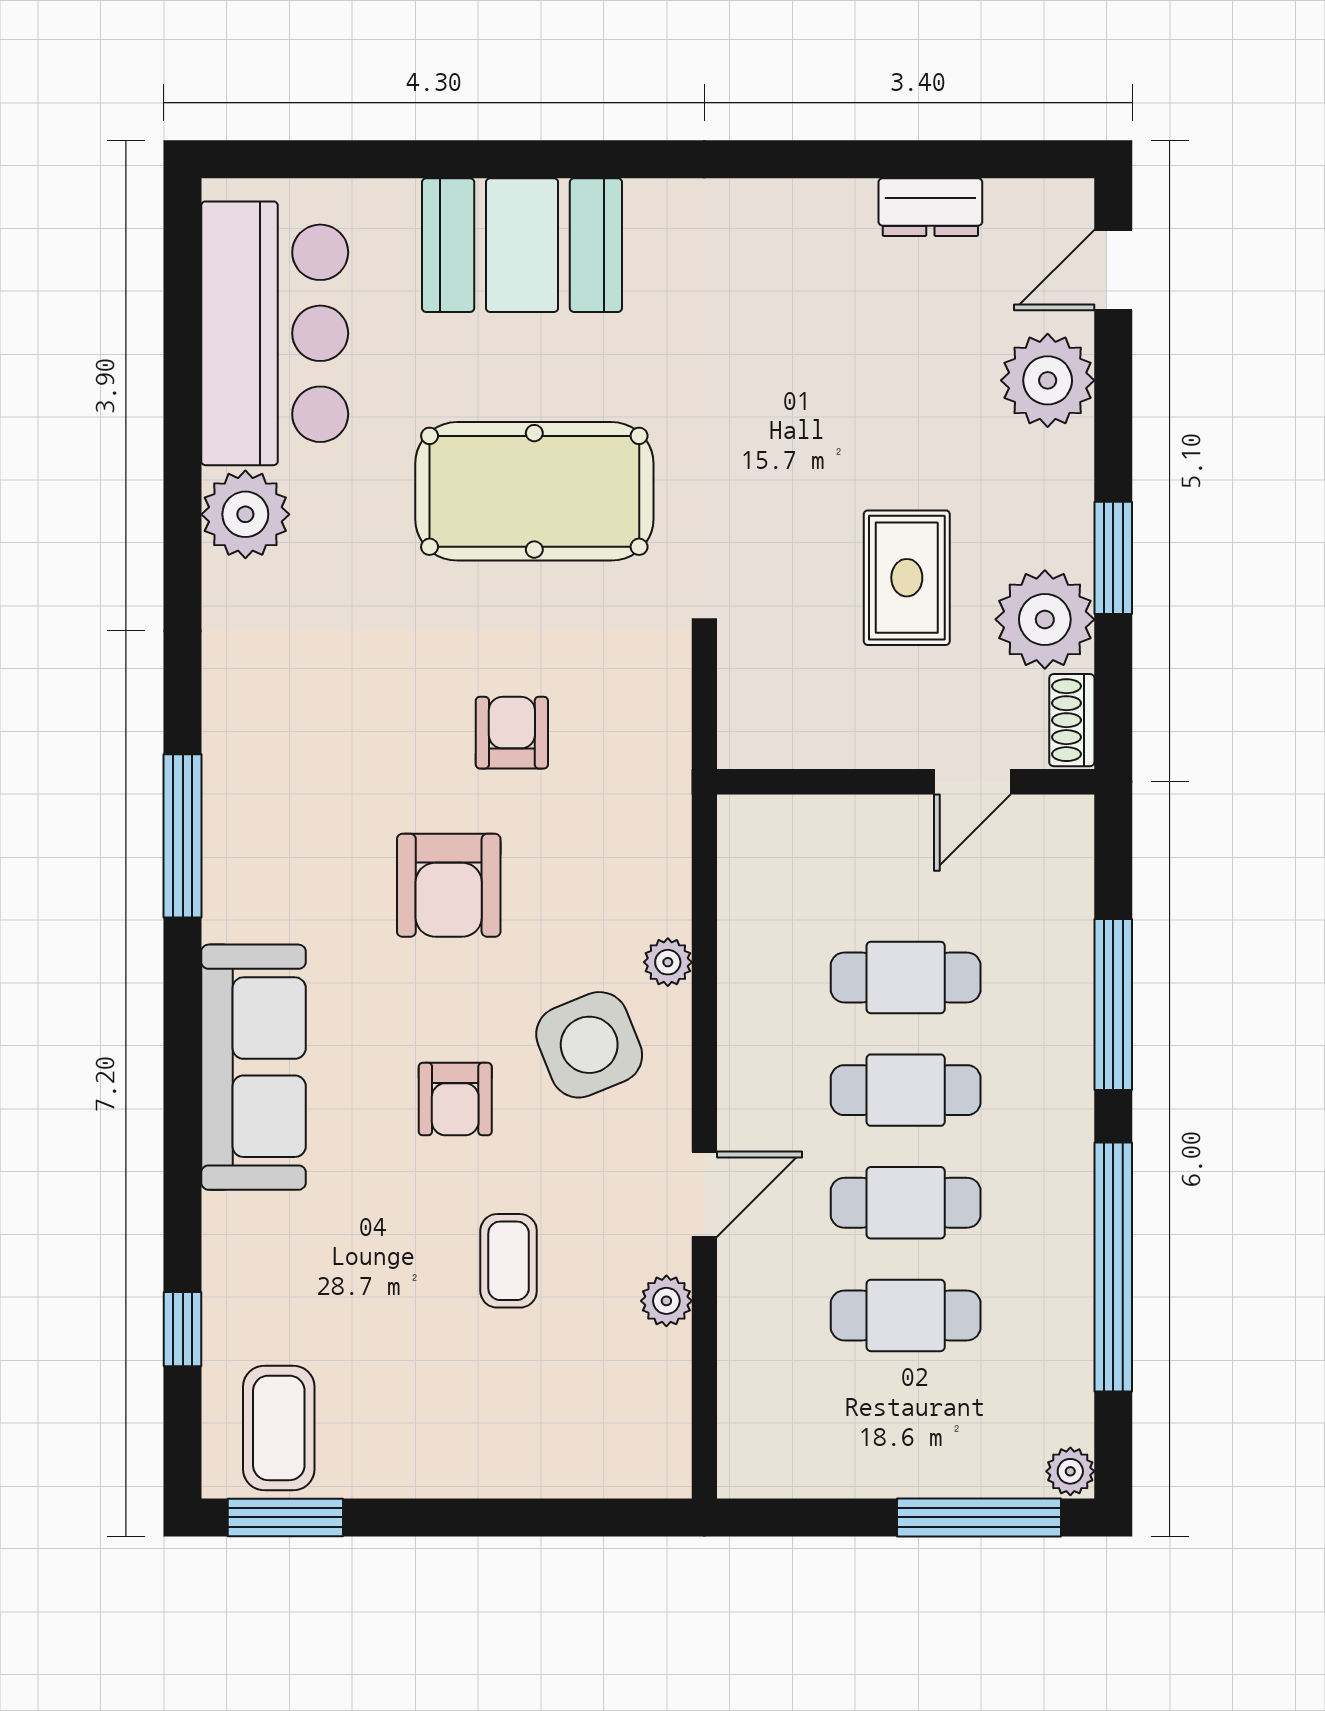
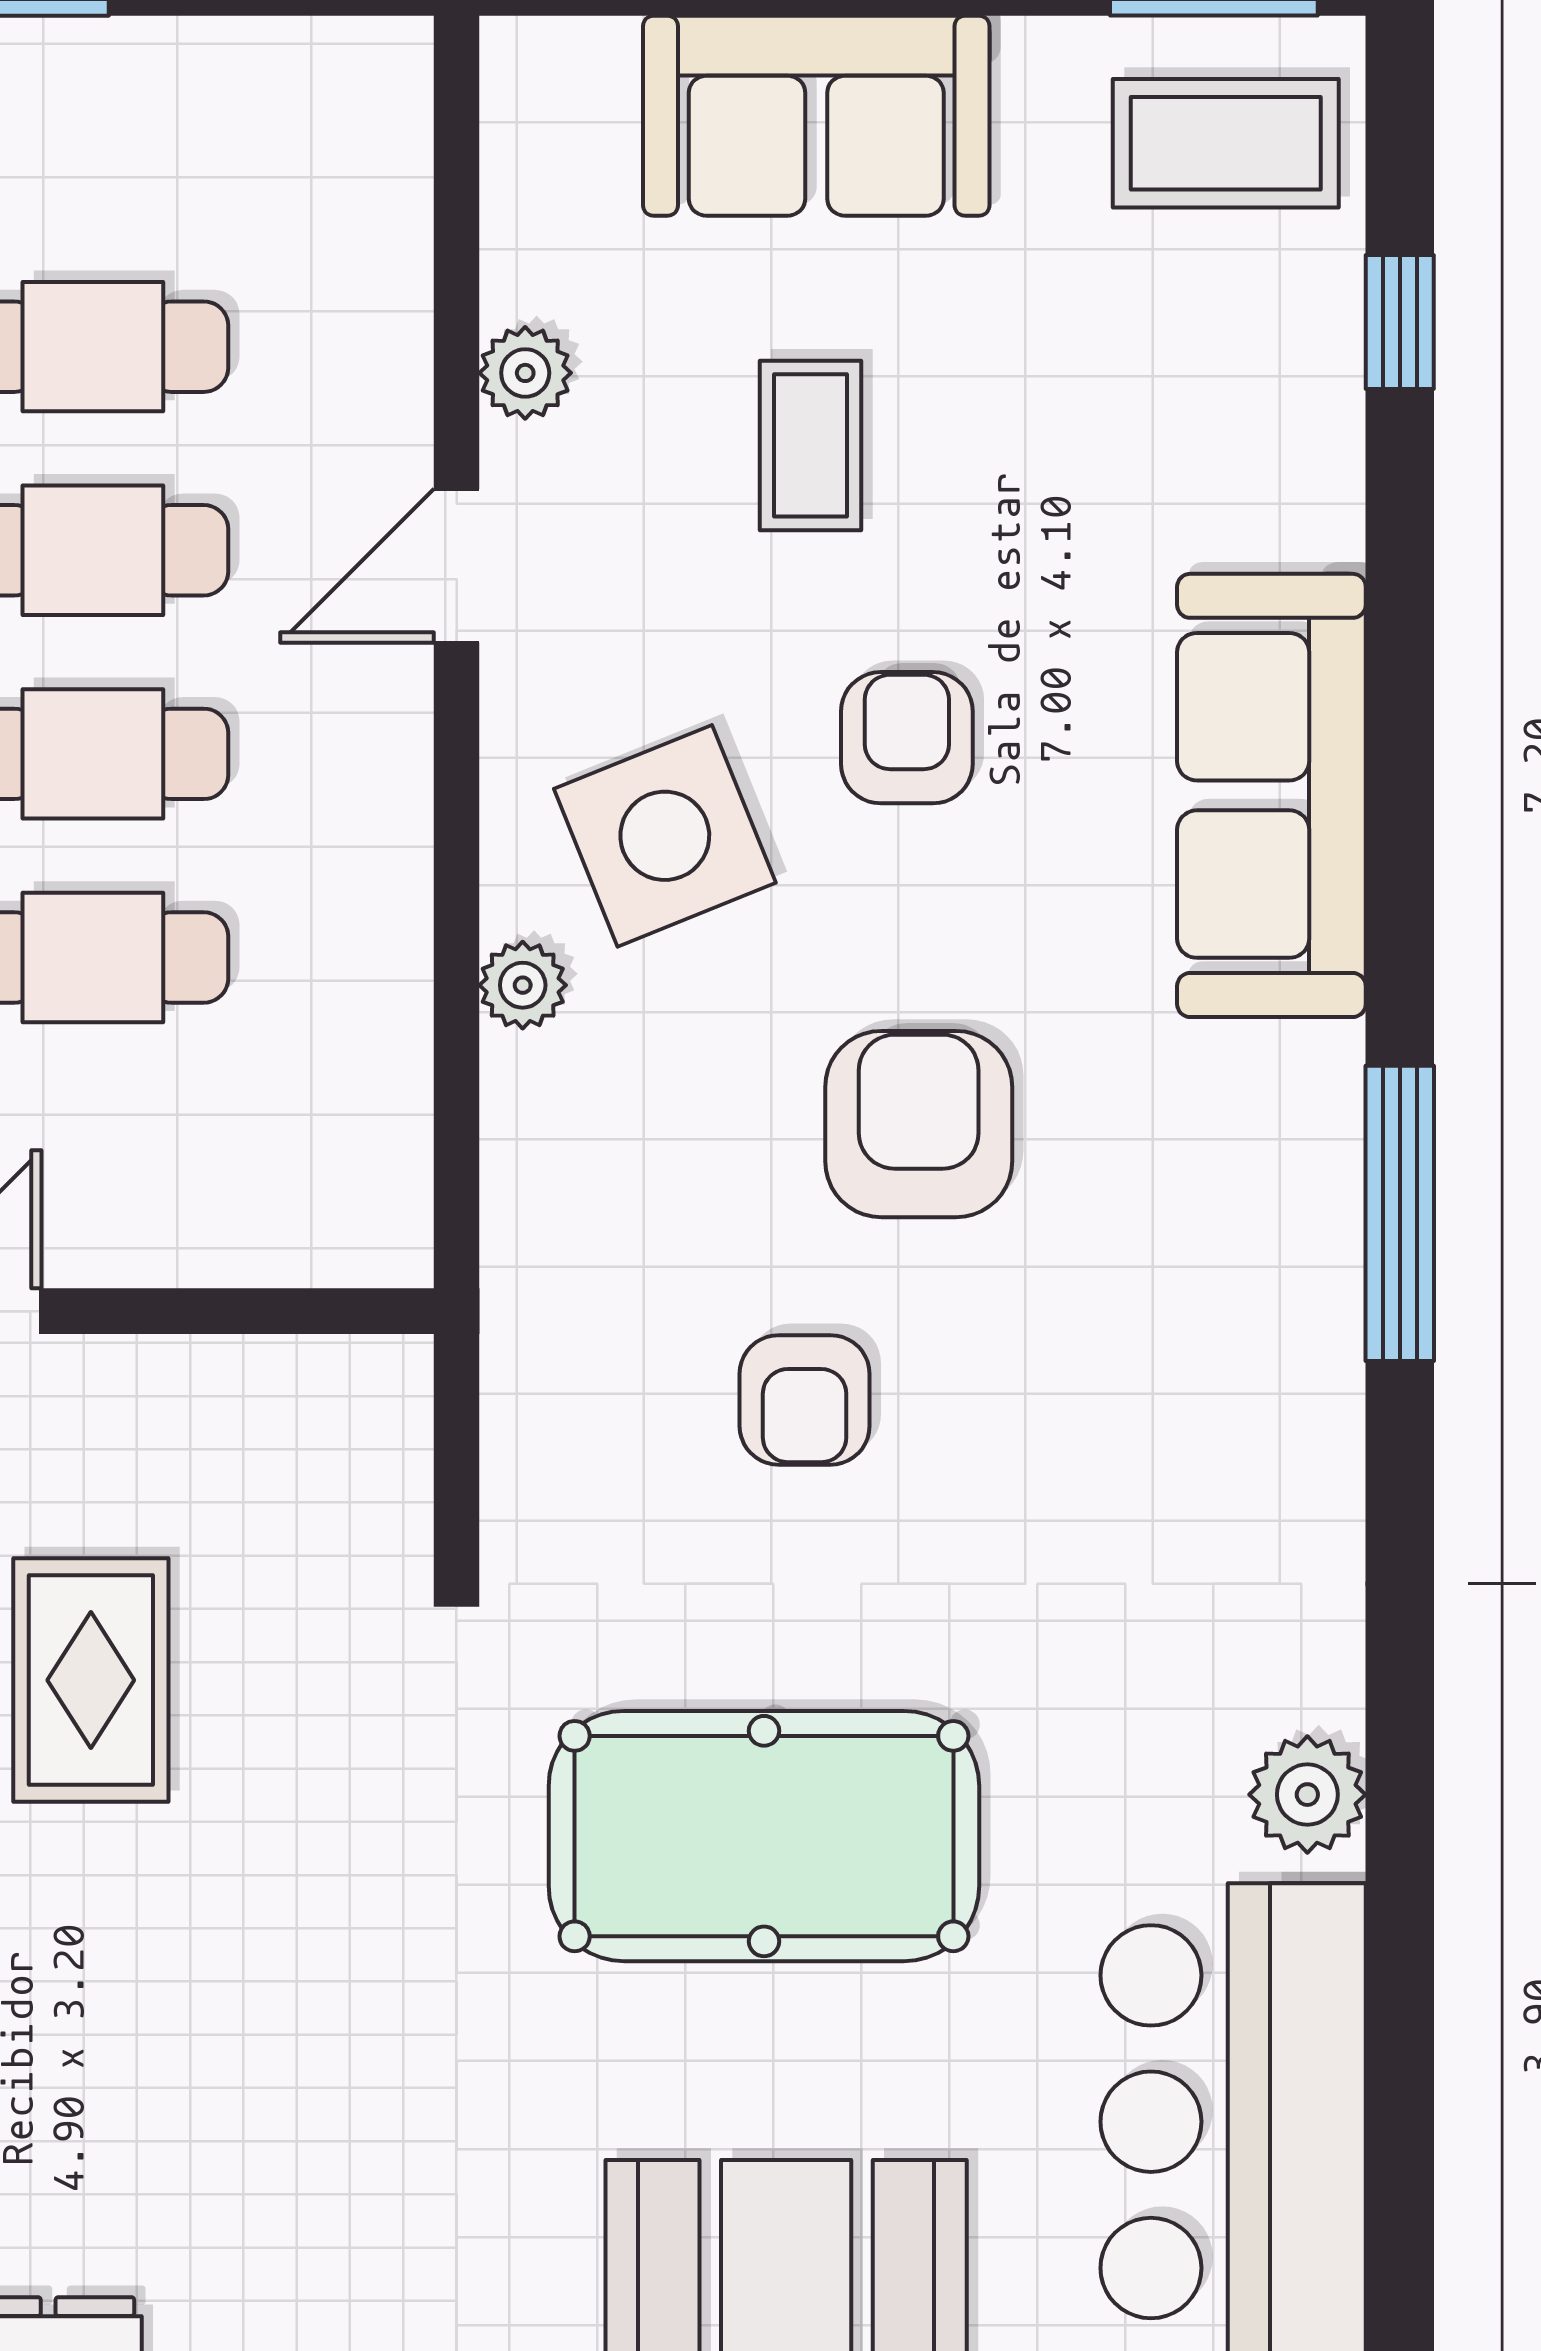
plant: (245, 514) -> (1307, 1795), width x0.73, depth x0.73
coffee table: (279, 1428) -> (1226, 143), turned 90
sofa: (505, 1443) -> (816, 116), added

